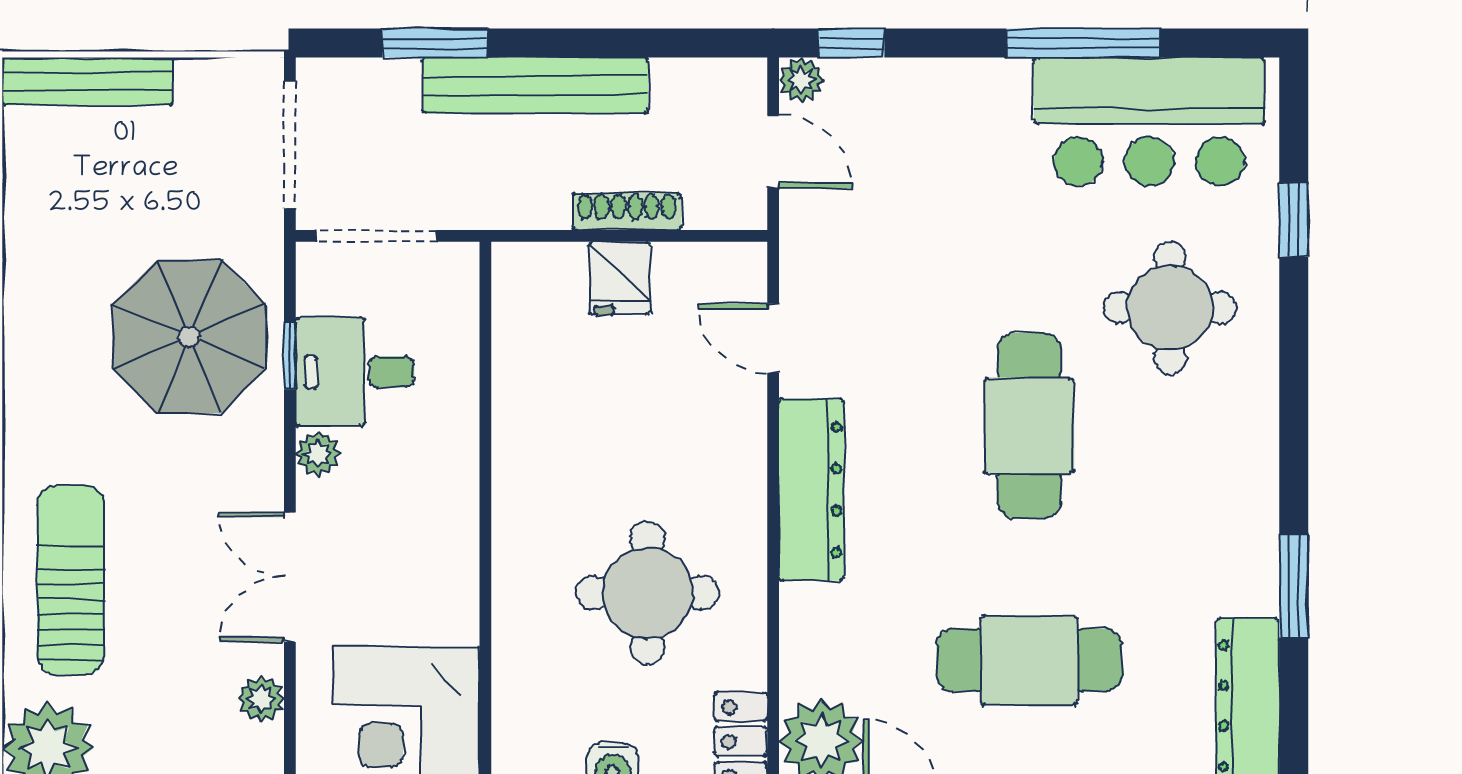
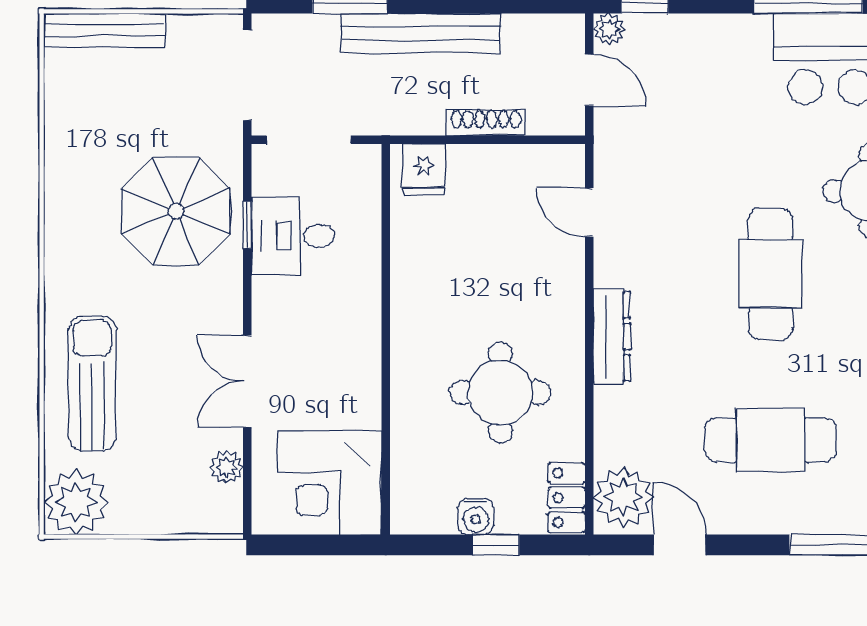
fridge: (620, 278) -> (424, 170), moved
plant: (318, 454) -> (267, 294), removed
dresser: (811, 490) -> (612, 337), width x0.73, depth x0.80

